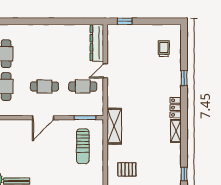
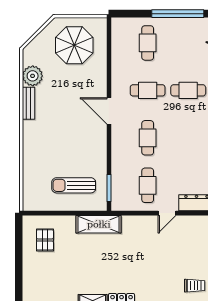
door: (105, 71) -> (167, 213), swing flipped
door: (43, 118) -> (109, 111), moved

